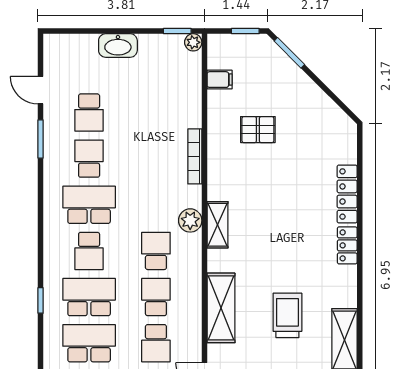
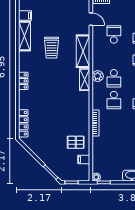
pallet: (258, 130) -> (76, 142), moved
locker: (347, 194) -> (23, 123), moved
plant: (190, 220) -> (98, 76), moved
shelving: (218, 225) -> (85, 80), moved
school desk: (156, 297) -> (114, 100), moved

